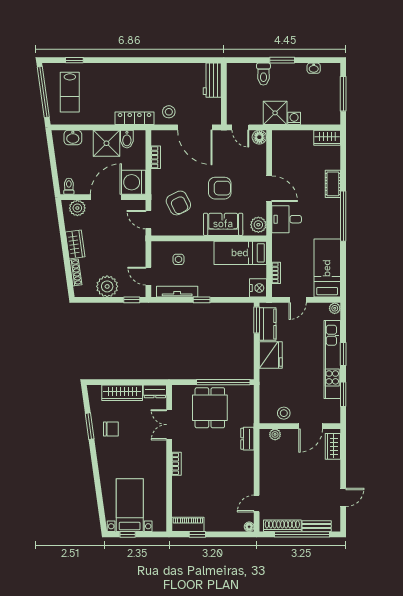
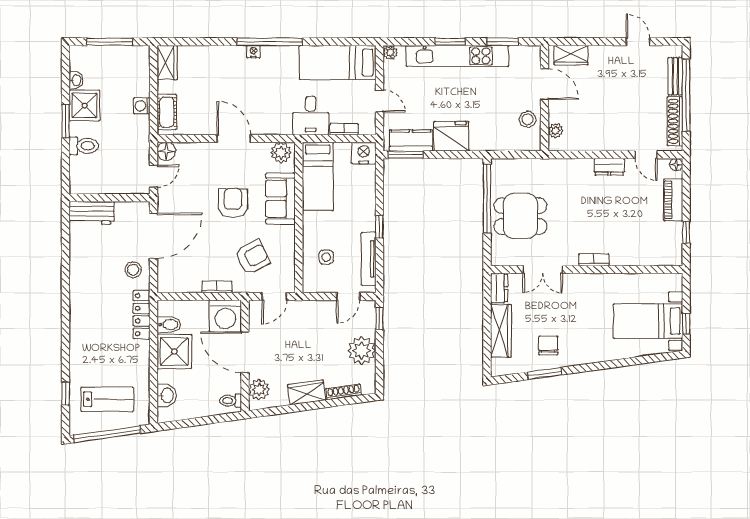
shower: (275, 113) -> (84, 105), moved
bookcase: (156, 157) -> (217, 287), moved
cot: (333, 184) -> (167, 112), moved, turned 90
door: (269, 189) -> (234, 139), hinge flipped
nightstand: (335, 204) -> (253, 52), added
desk: (287, 219) -> (311, 116), moved
dresser: (247, 439) -> (609, 167), moved
piano: (188, 524) -> (673, 200), moved

